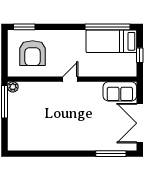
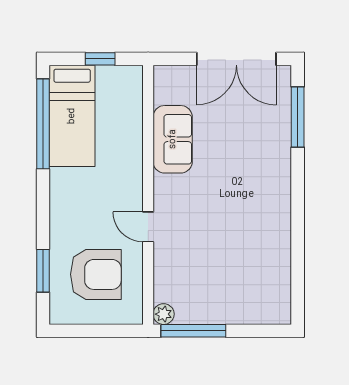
window: (24, 27) -> (43, 271), moved
door: (70, 79) -> (148, 227), moved
sofa: (120, 91) -> (173, 139), moved

